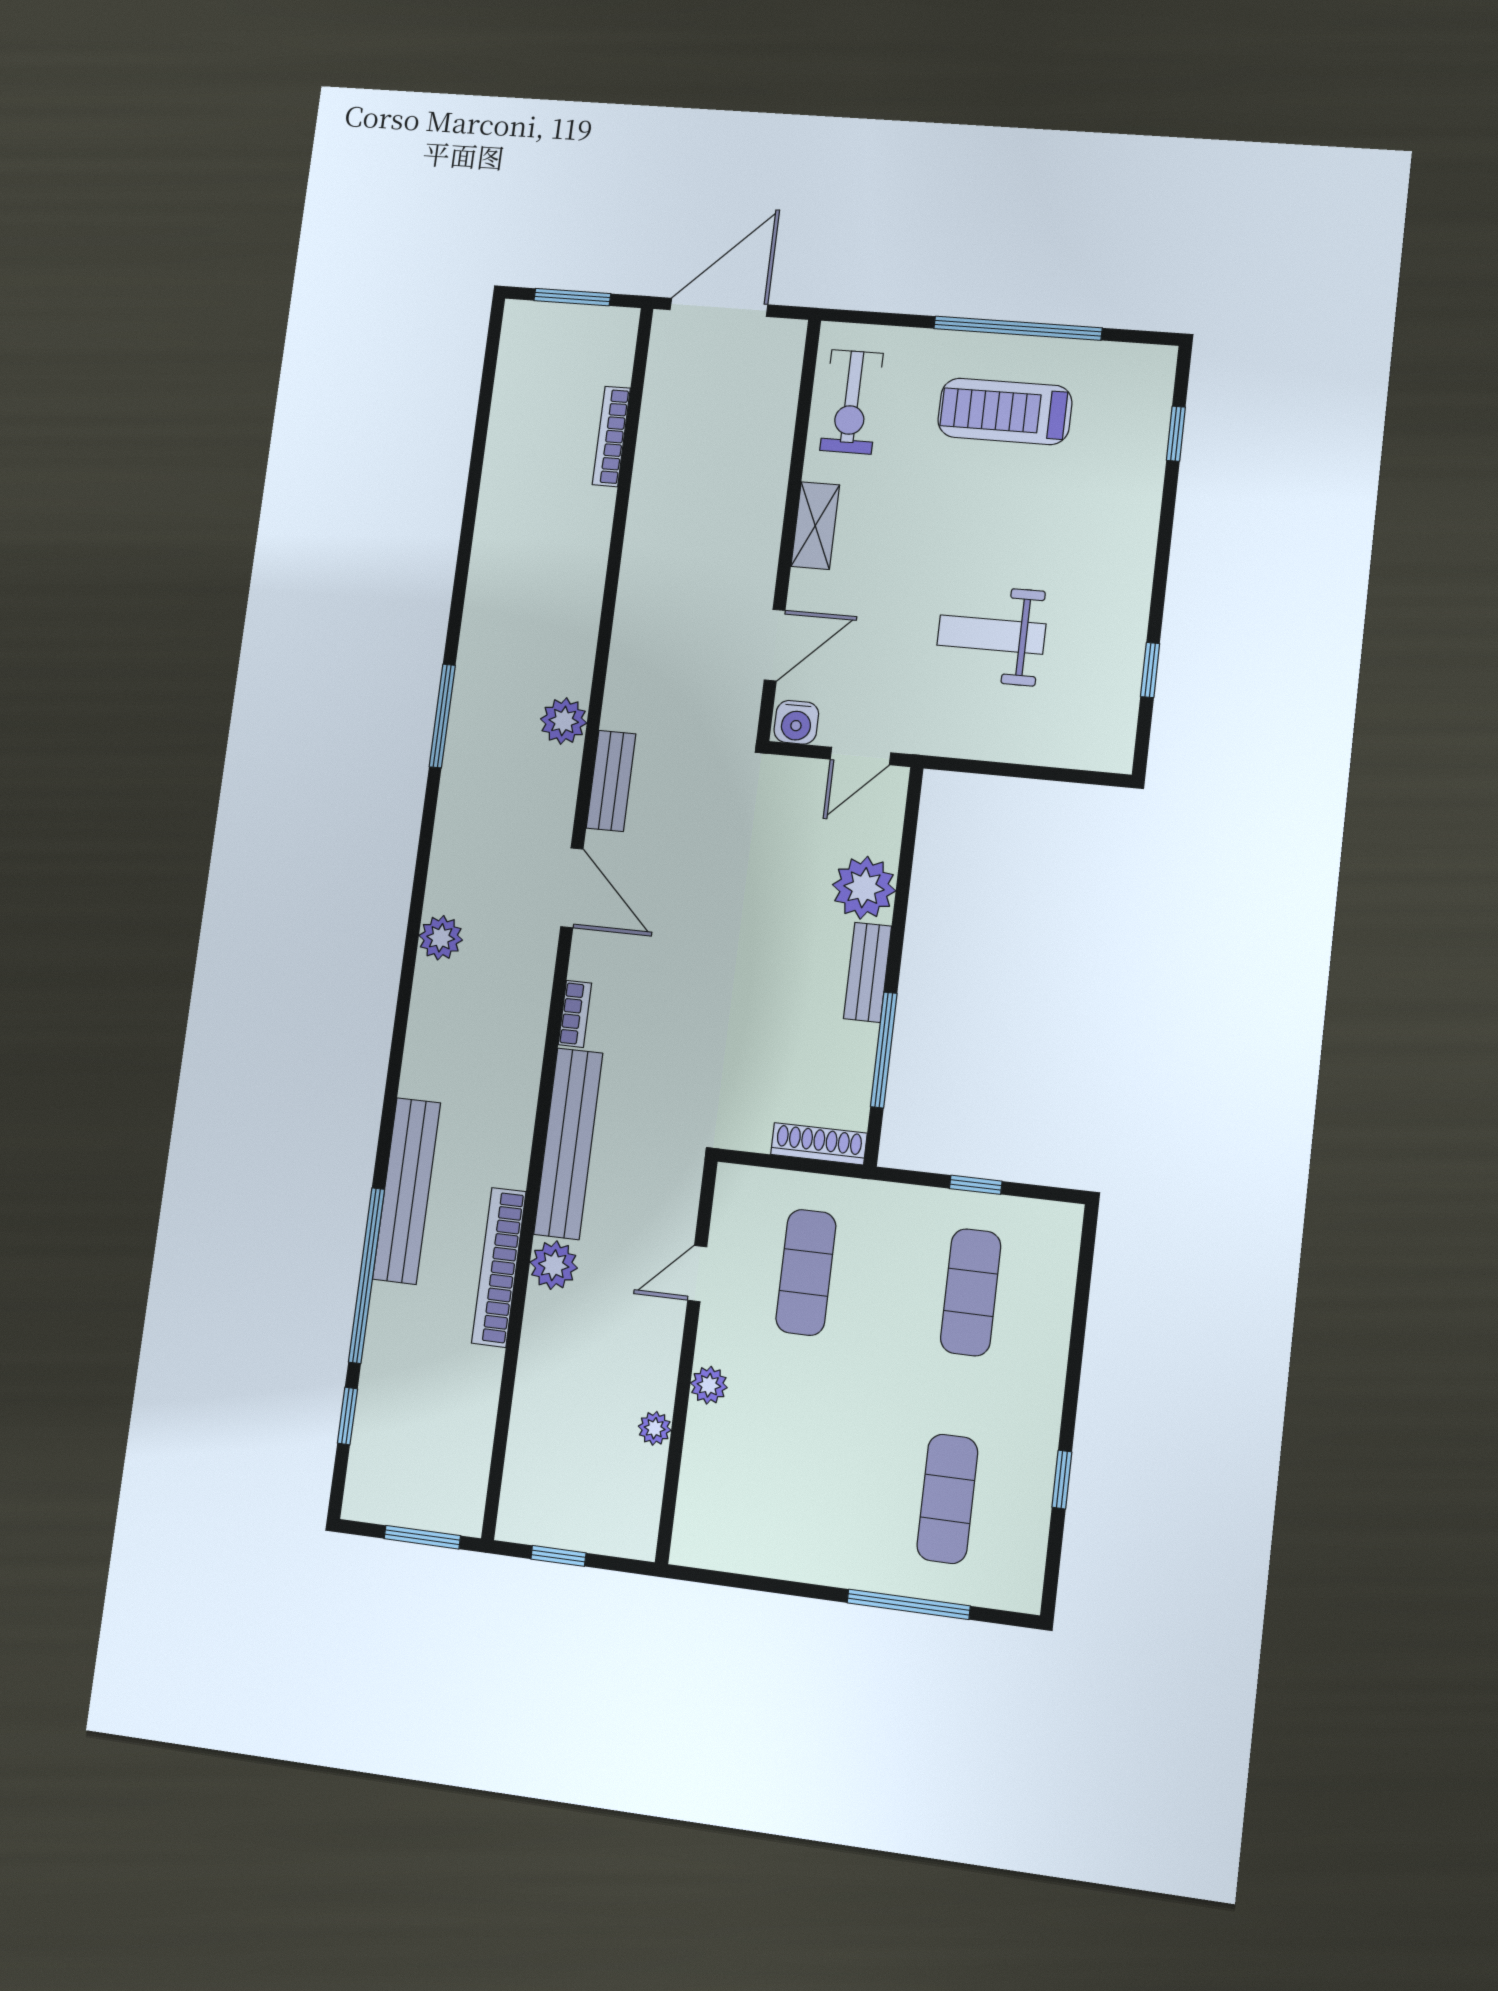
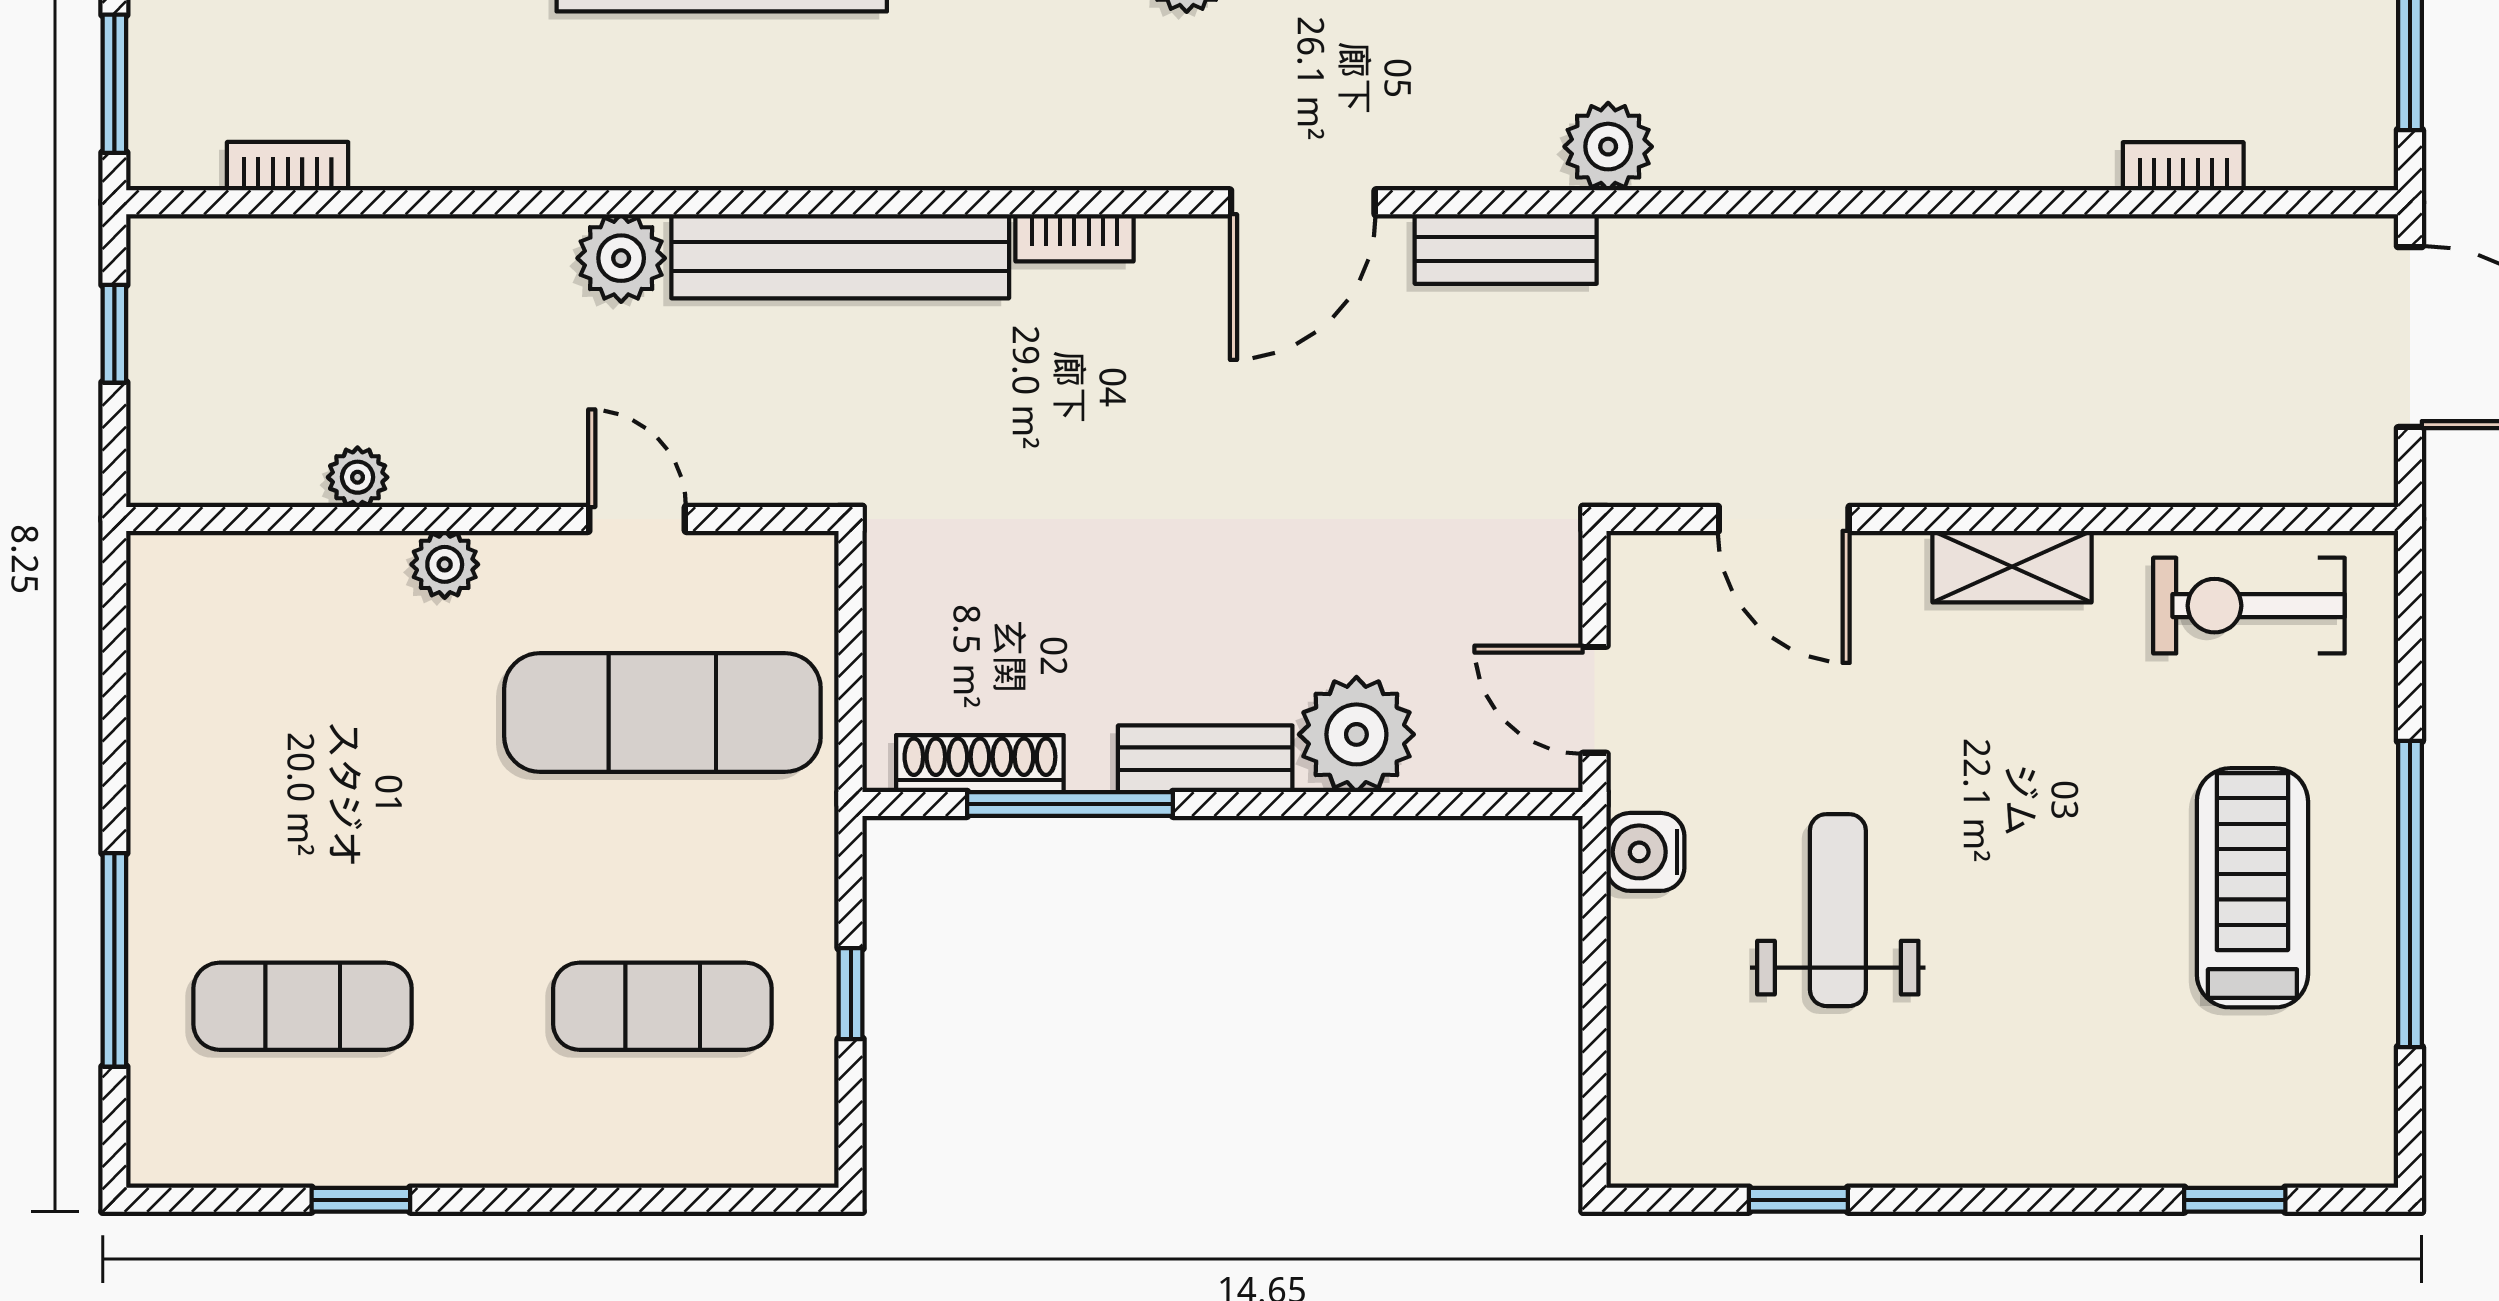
bookcase: (611, 436) -> (2183, 166), width x0.64
water cooler: (796, 722) -> (1645, 852), moved
shoe rack: (819, 1144) -> (980, 764), moved, turned -90
bookcase: (499, 1267) -> (288, 166), moved, width x0.43, depth x0.76
exercise mat: (806, 1272) -> (662, 712), width x1.36, depth x1.45

